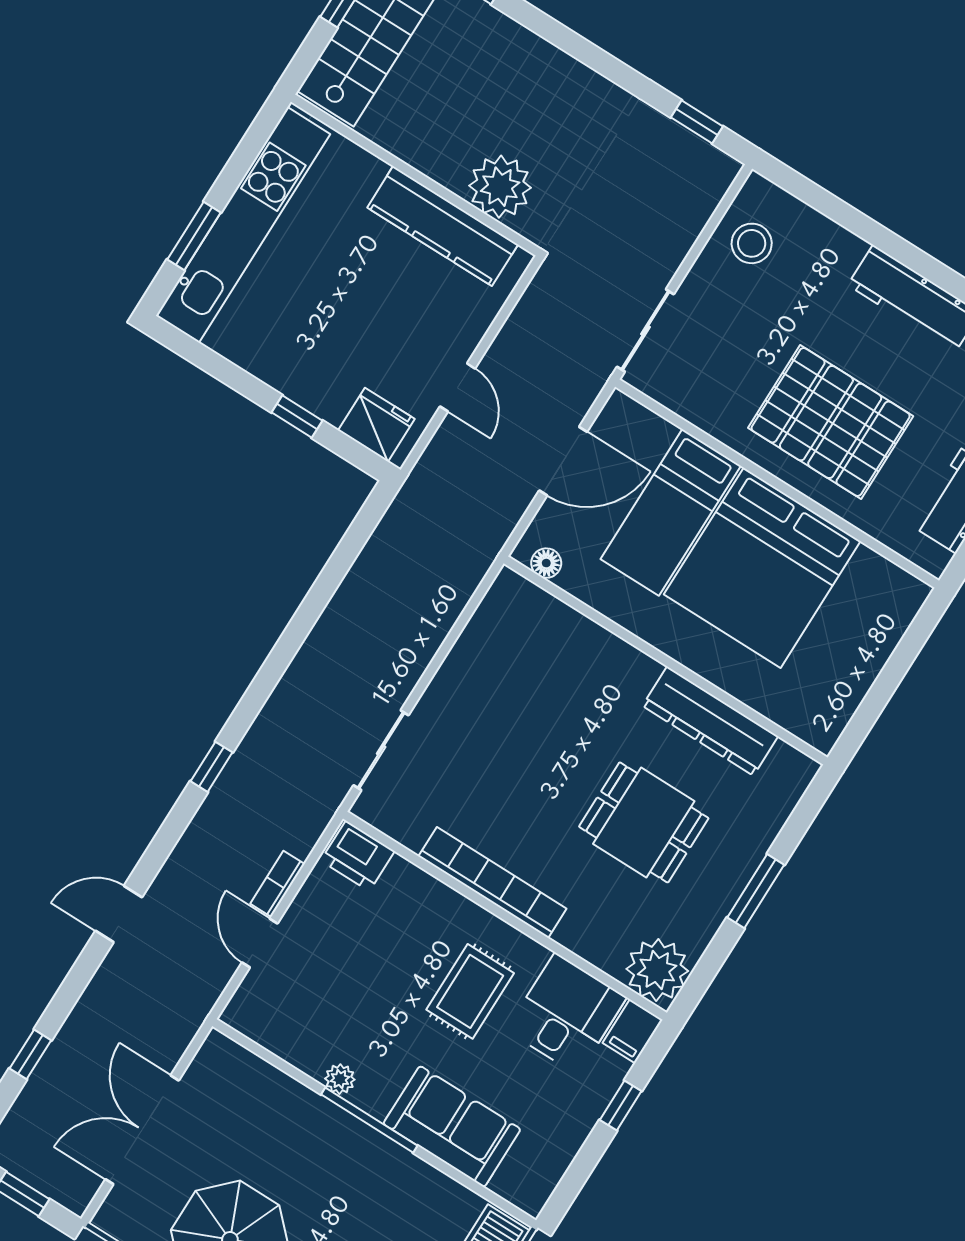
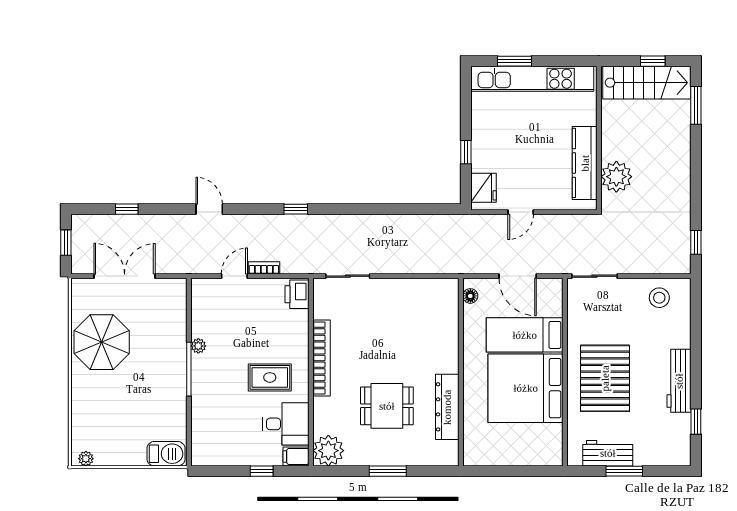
dining table: (644, 822) -> (387, 406), turned 90
sofa: (452, 1127) -> (208, 406), removed

